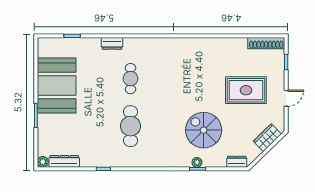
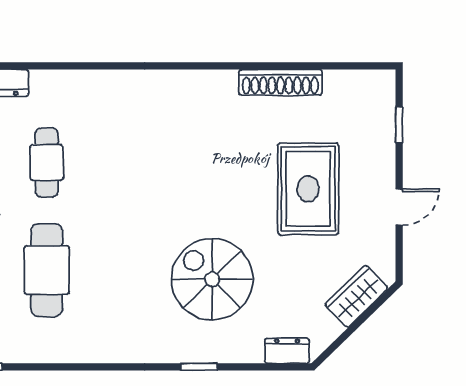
shoe rack: (266, 43) -> (280, 82), moved
rug: (246, 90) -> (308, 189), turned 90
plant: (197, 162) -> (197, 352), removed

